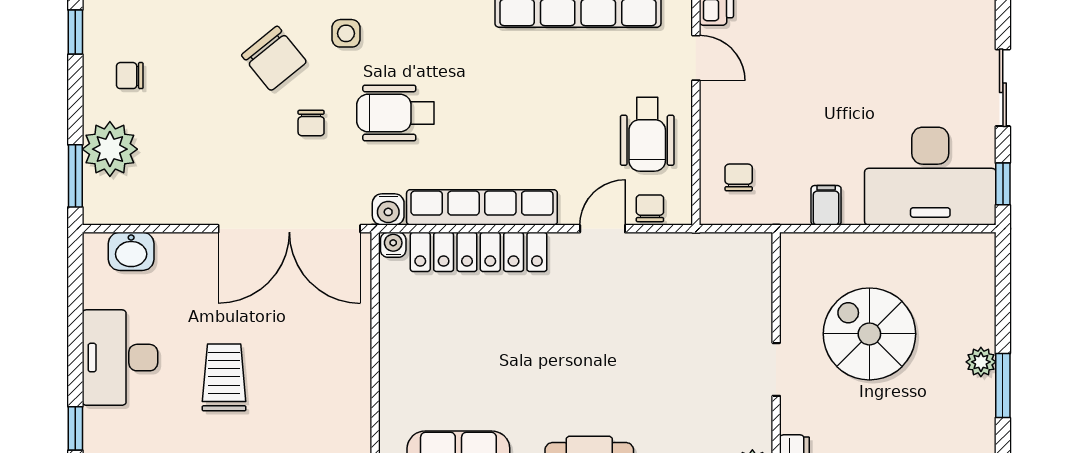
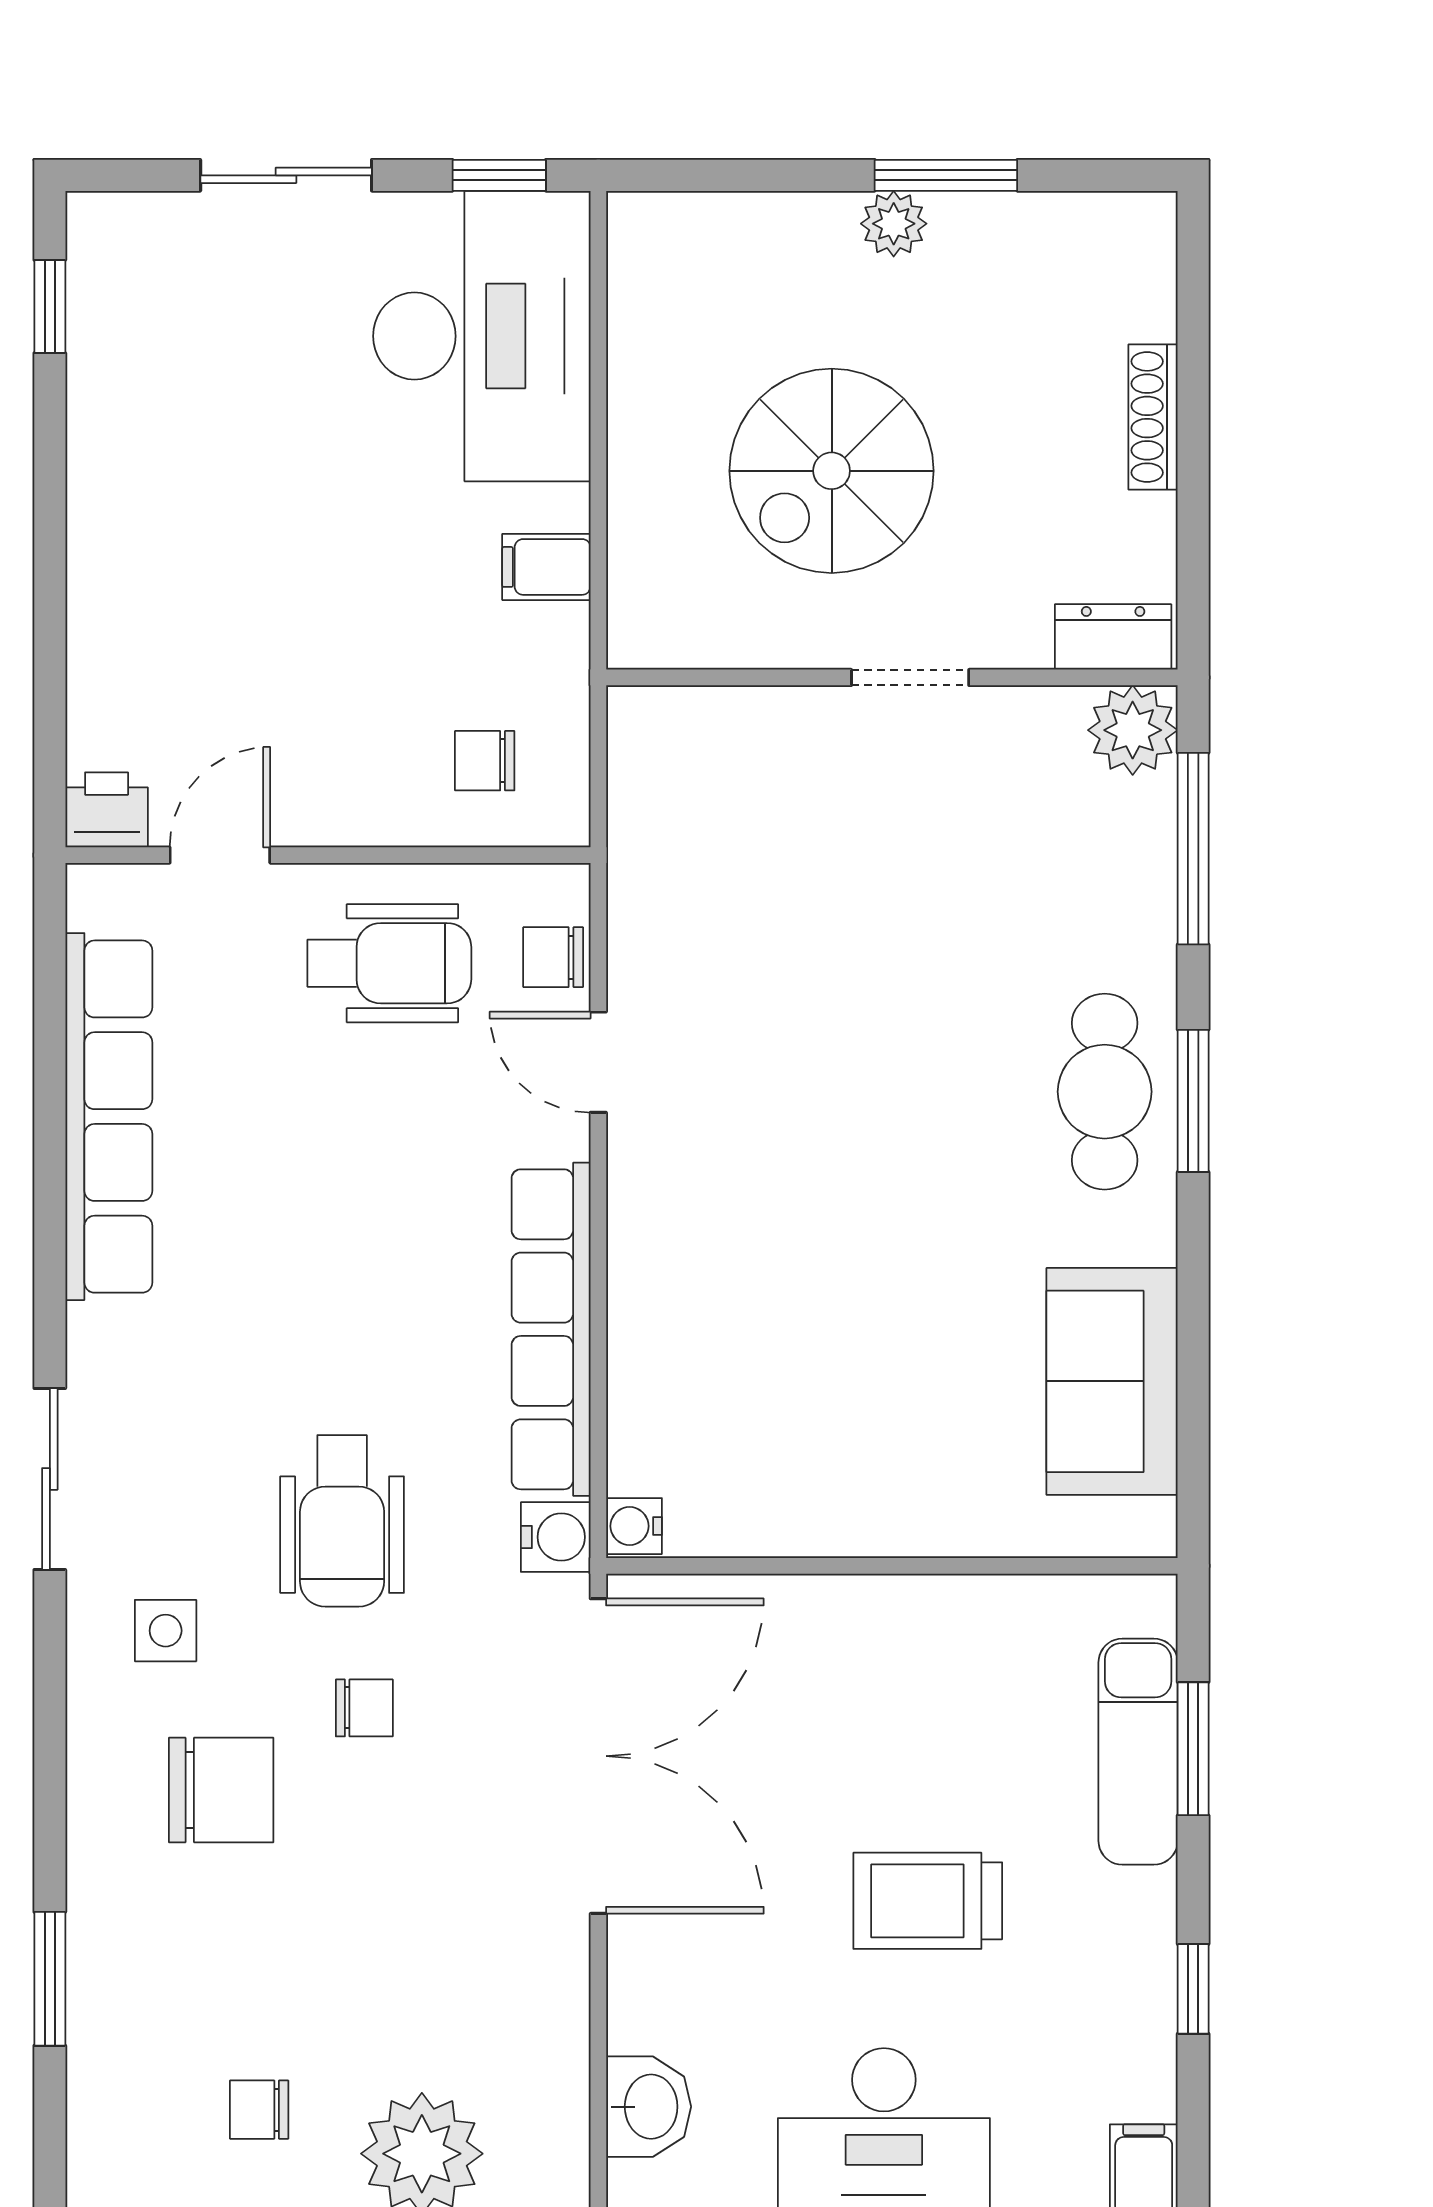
chair: (274, 58) -> (221, 1790), turned 39
chair: (130, 76) -> (259, 2110), turned 90
locker: (479, 252) -> (650, 1337), removed

